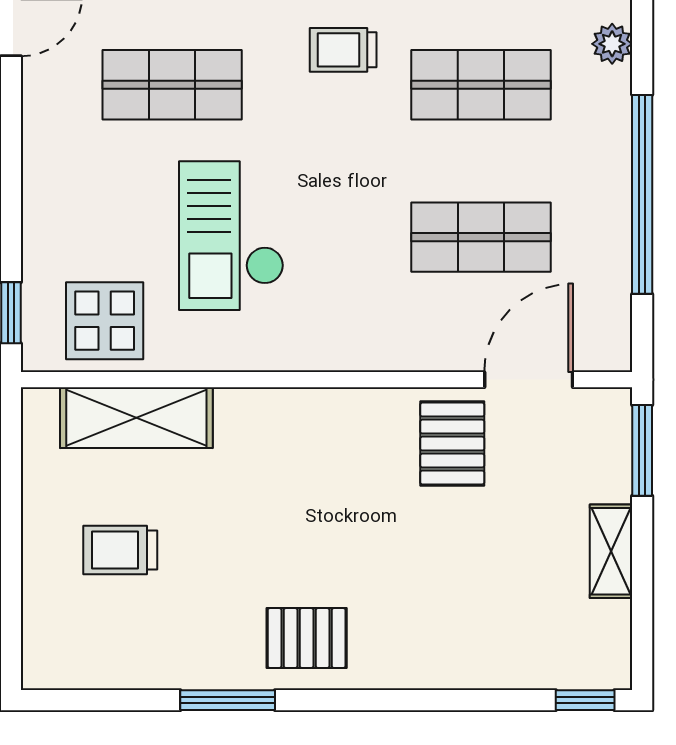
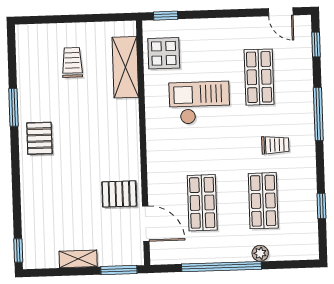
plant: (612, 44) -> (260, 253), moved
trolley: (343, 50) -> (275, 145), turned 90

